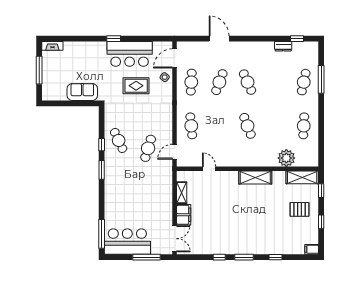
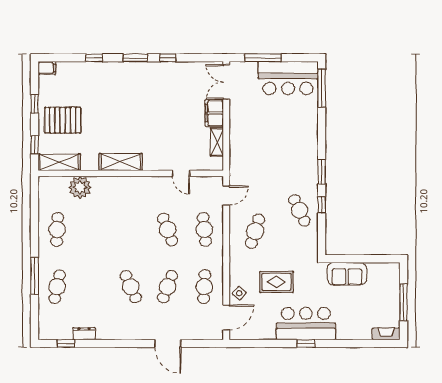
bar counter: (130, 54) -> (306, 324), moved
window: (321, 79) -> (35, 276), moved
cafe table: (248, 126) -> (168, 229), moved
cafe table: (148, 148) -> (255, 231), moved
pallet: (300, 209) -> (63, 120), width x1.50, depth x1.42

